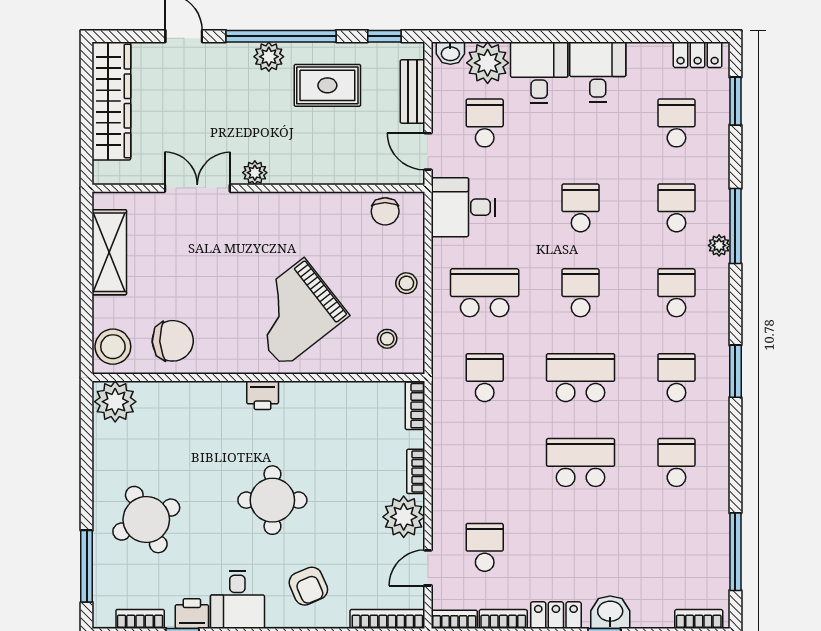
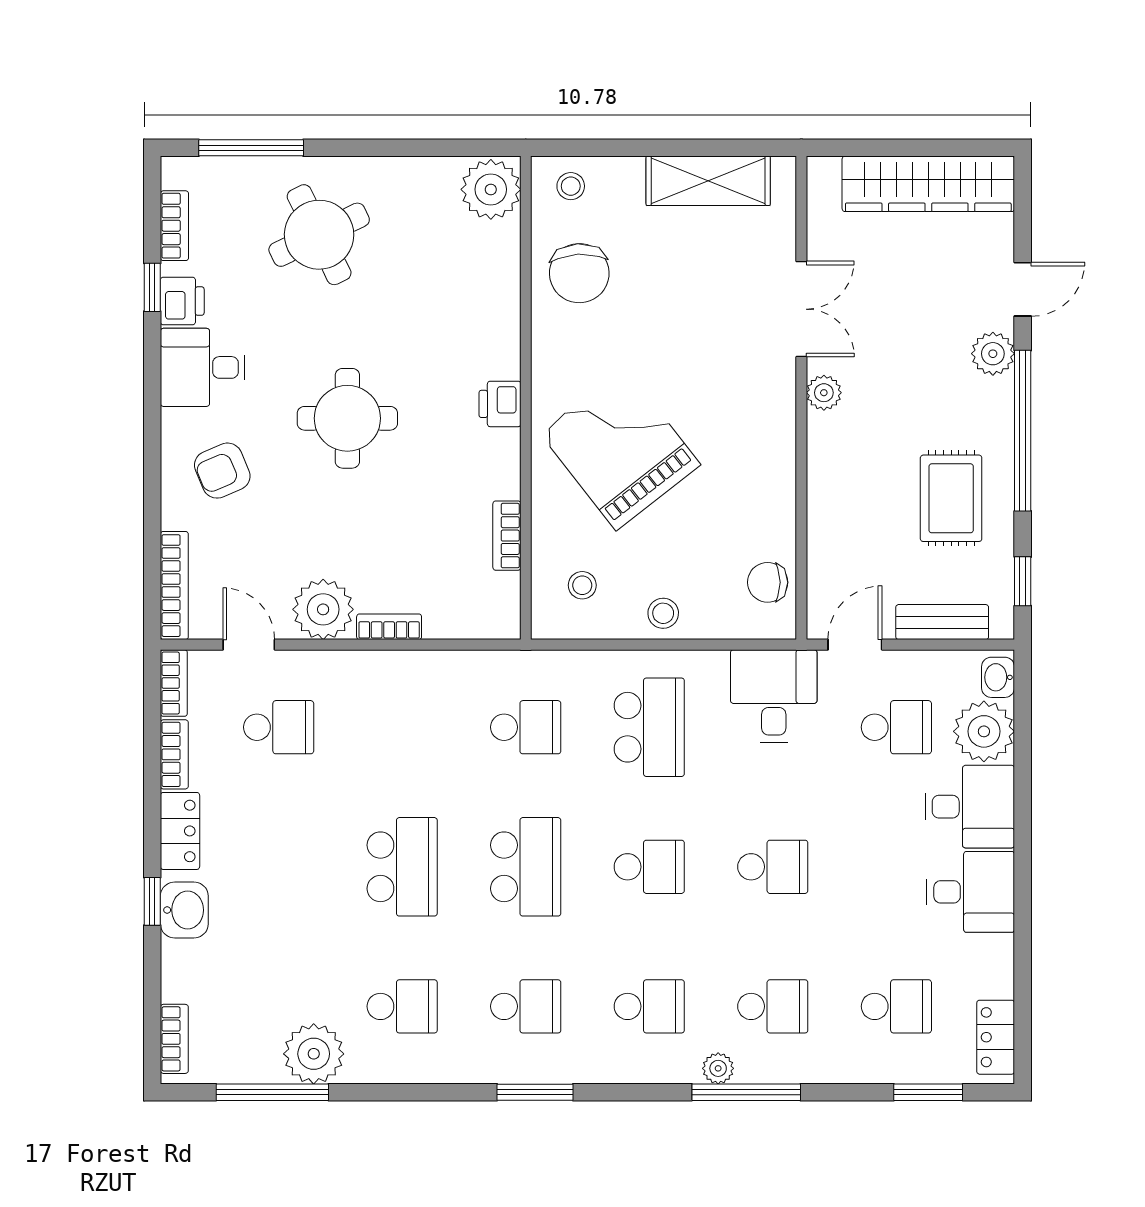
plant: (269, 57) -> (993, 354), moved
stool: (113, 347) -> (571, 186), width x0.53, depth x0.53
bookcase: (415, 406) -> (507, 536), moved, turned -90
plant: (709, 523) -> (314, 1054), added

